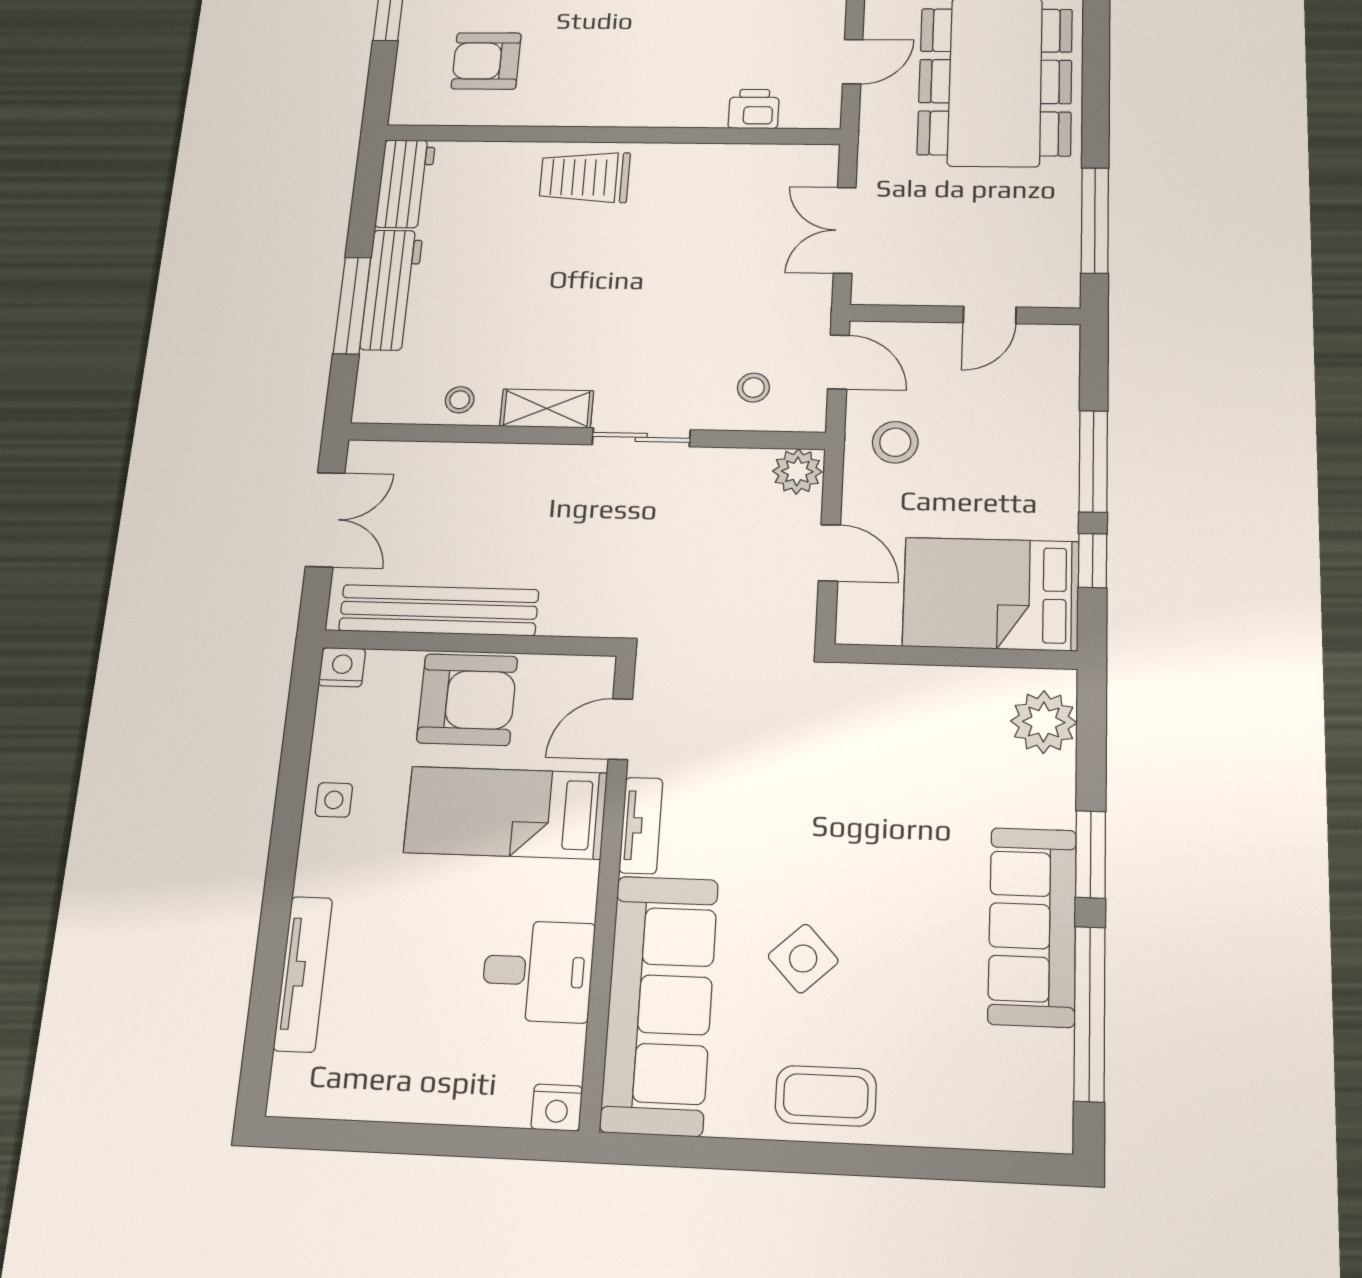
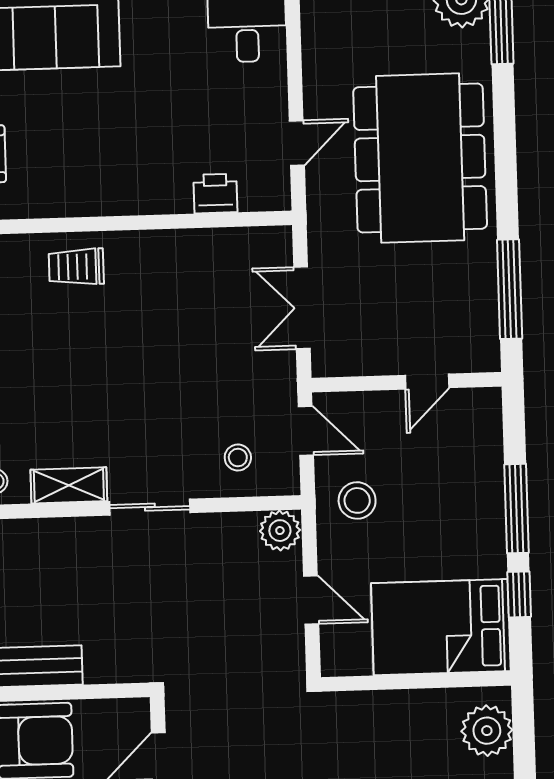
trolley: (585, 177) -> (76, 267), width x0.73, depth x0.72

